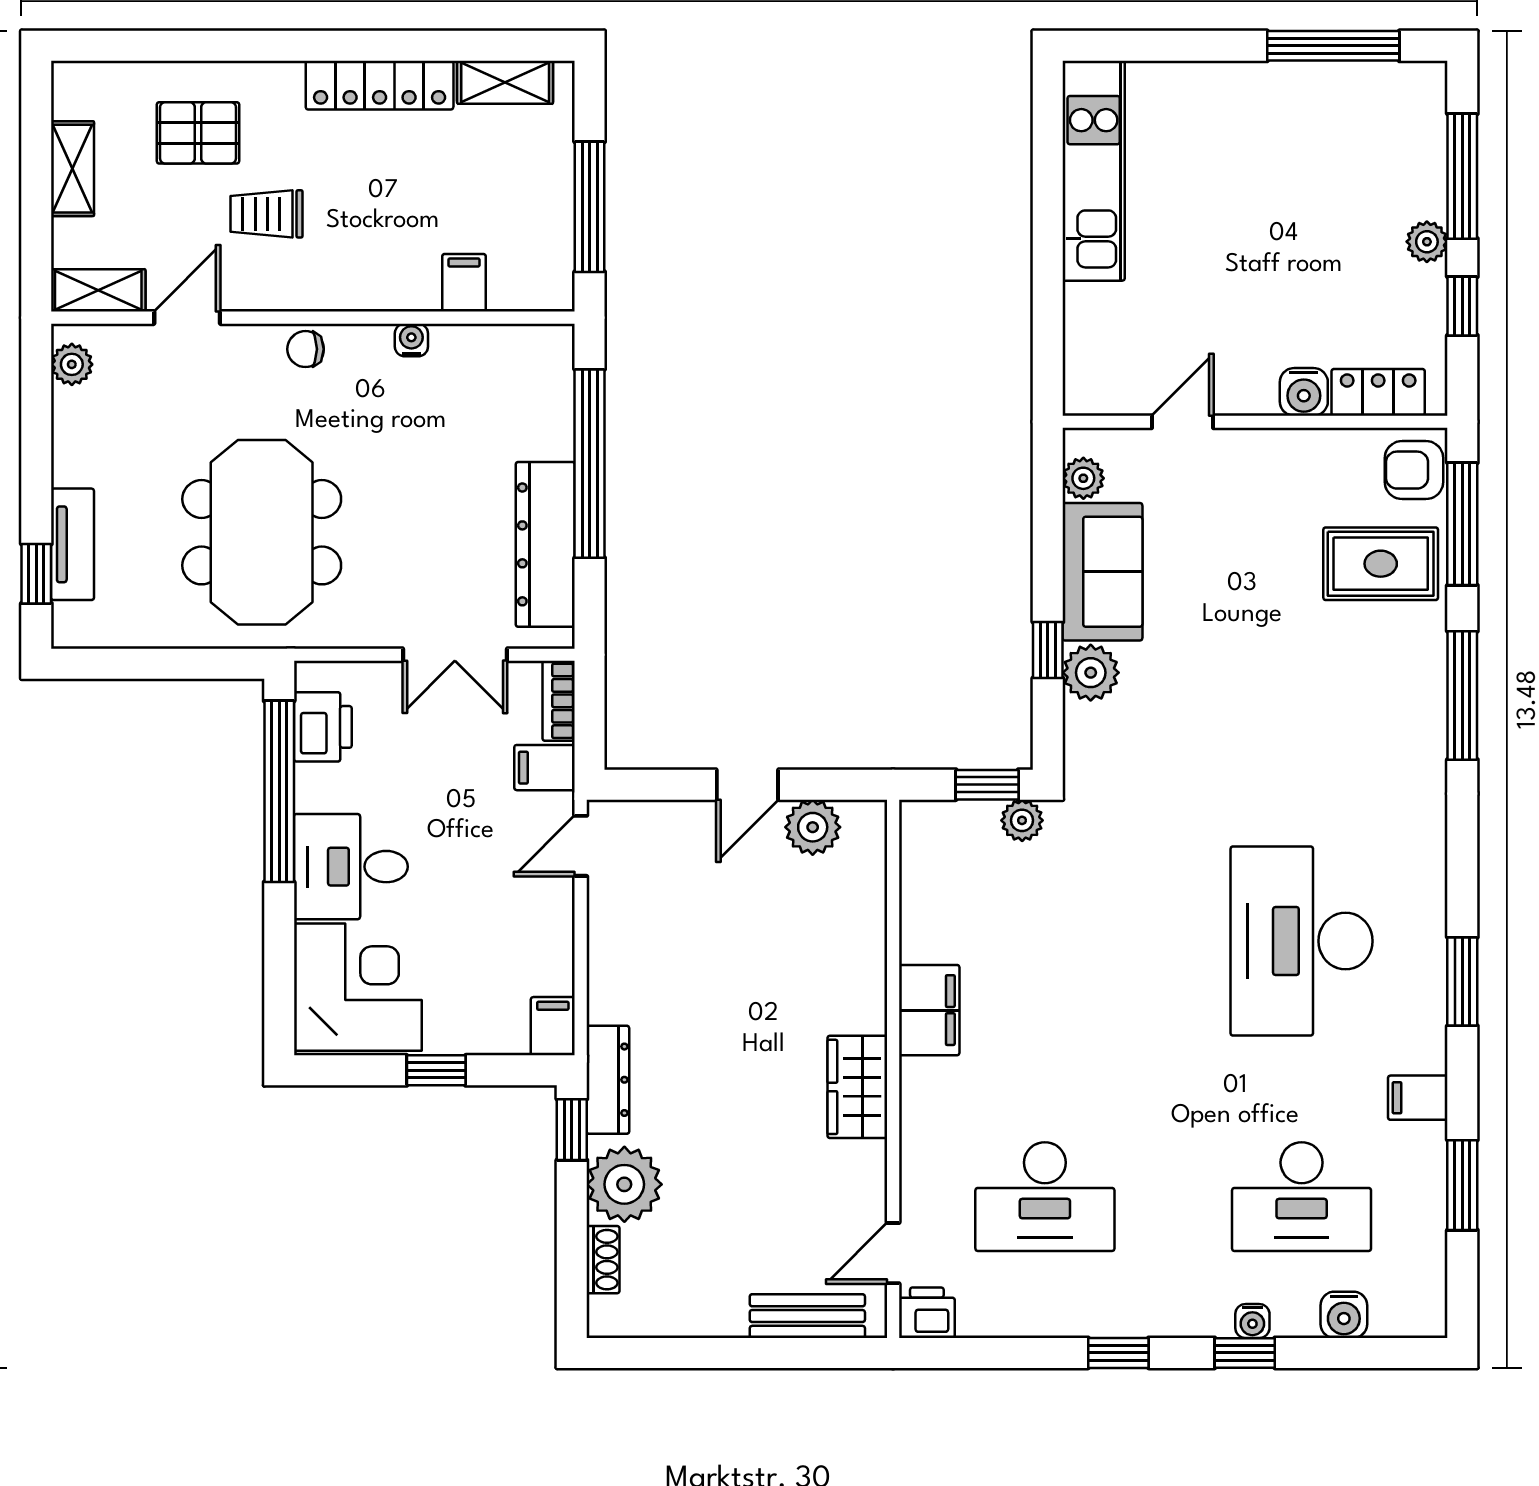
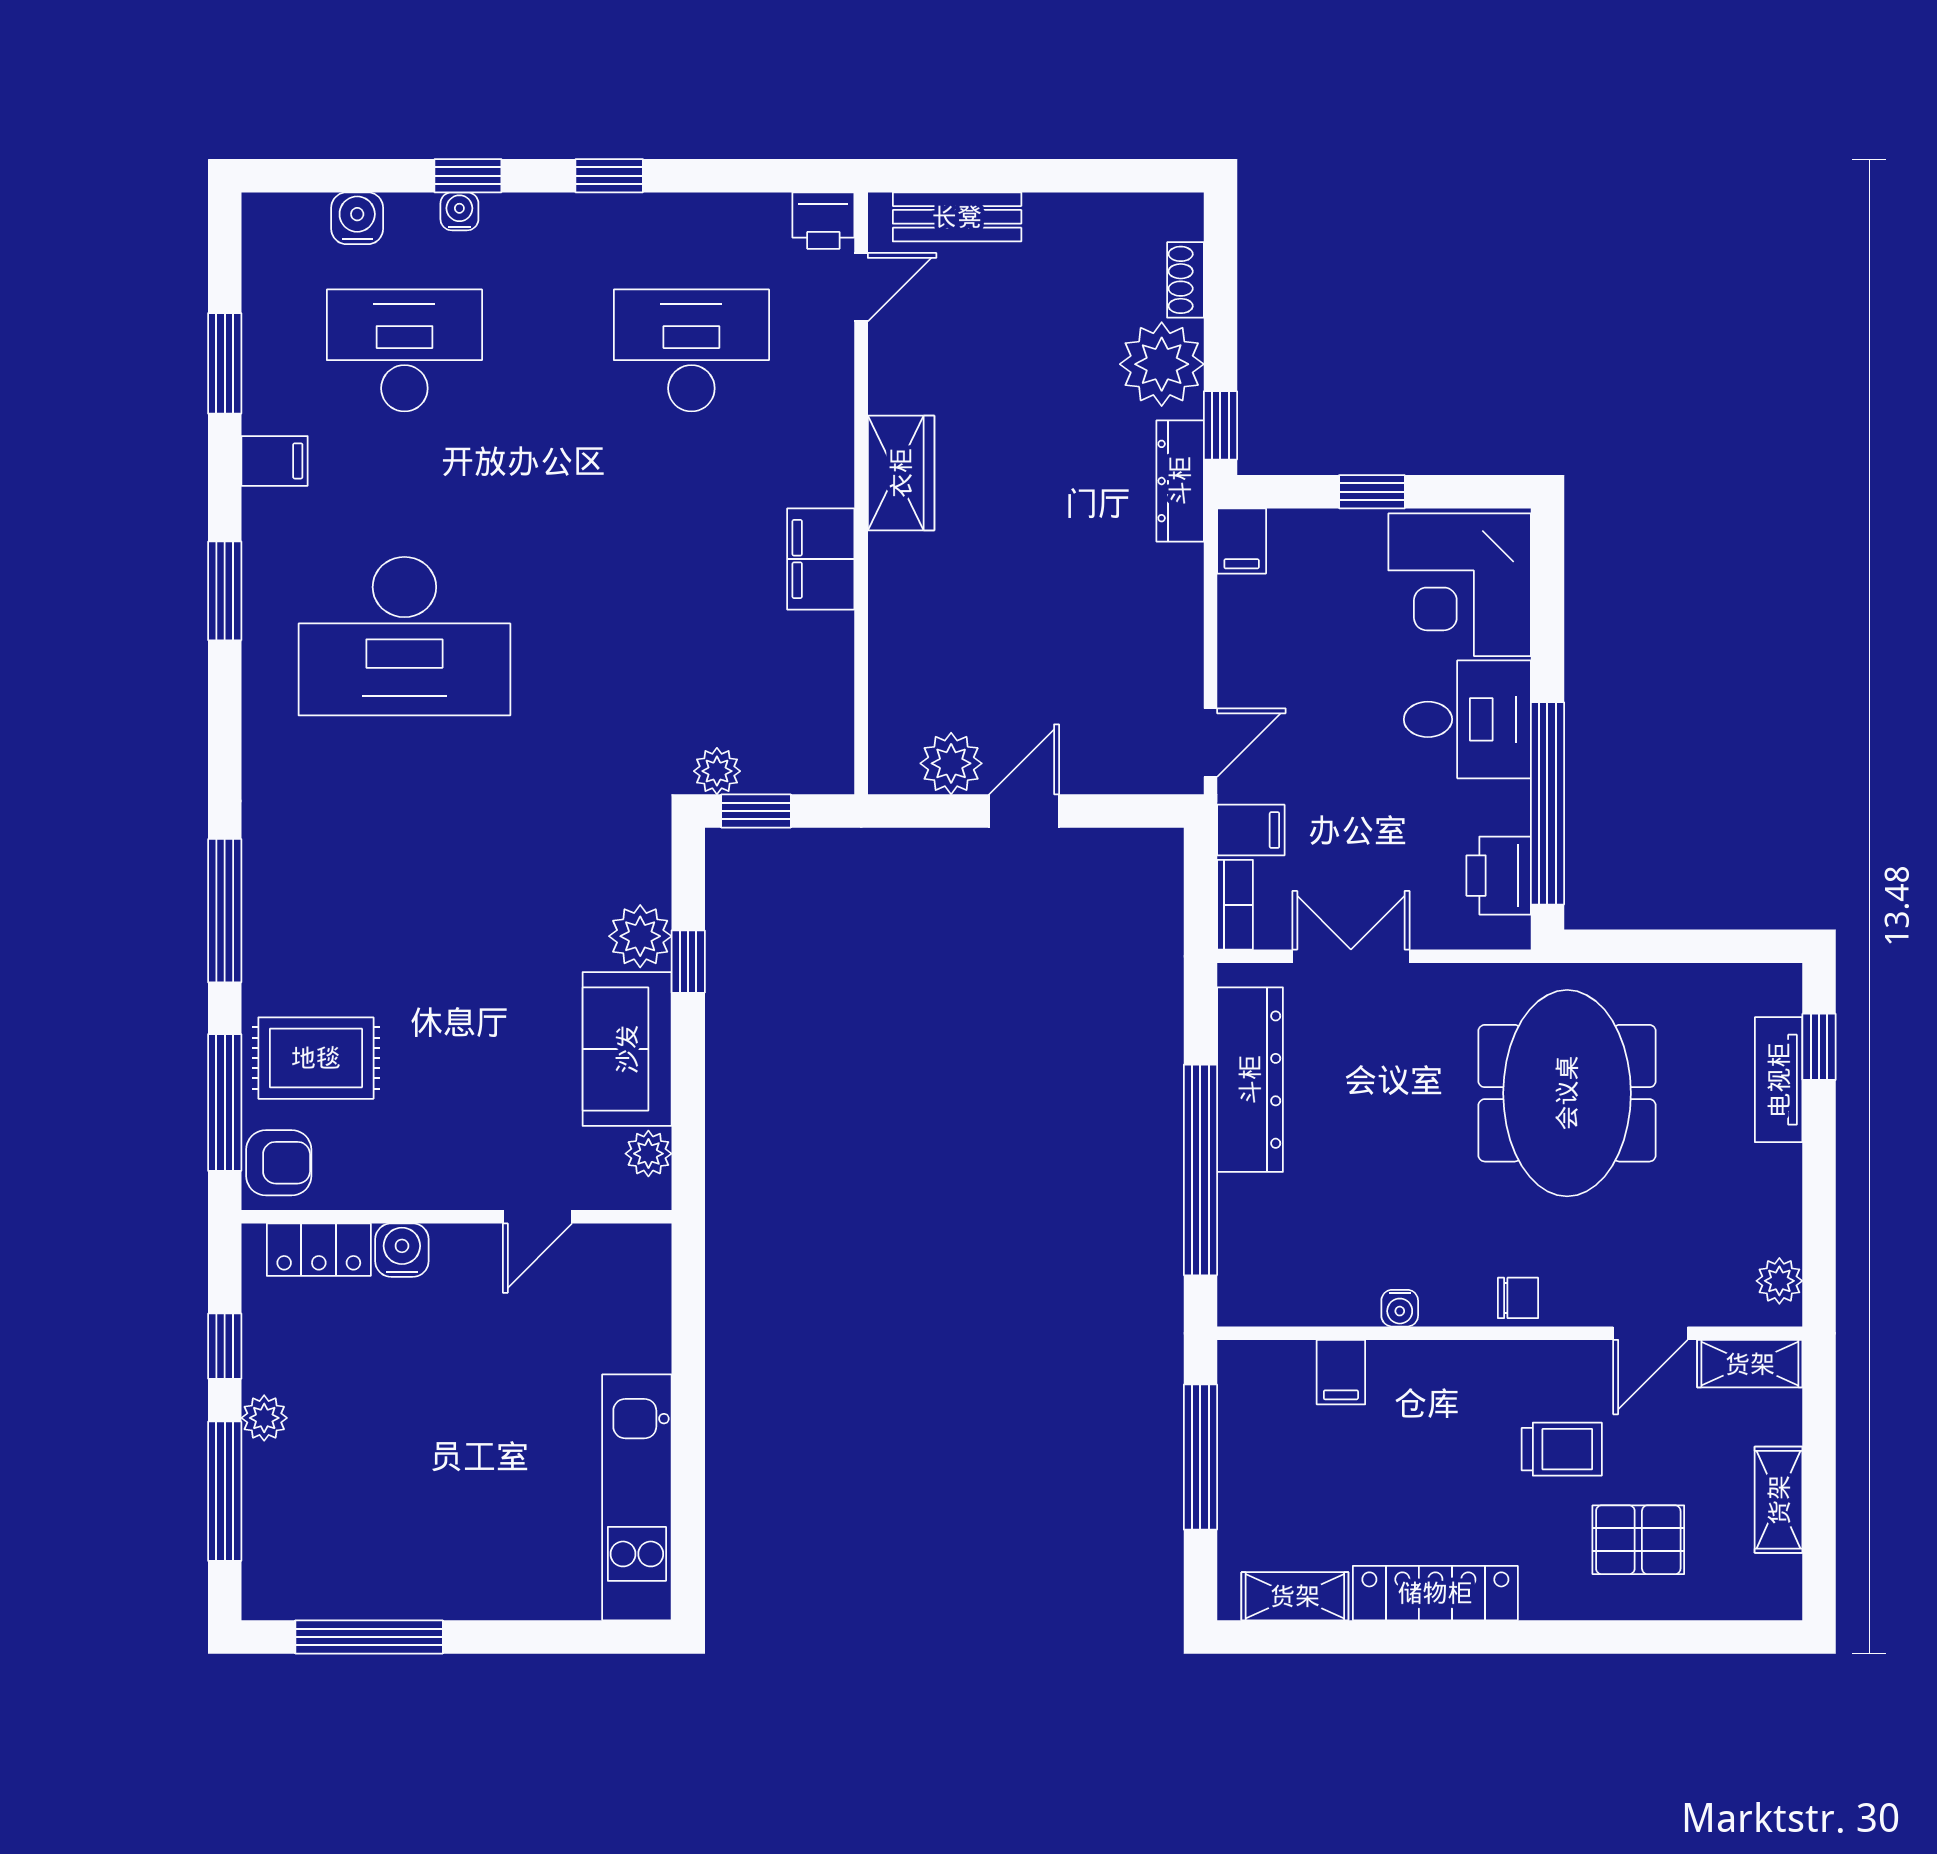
desk: (1302, 941) -> (404, 636), turned 90

